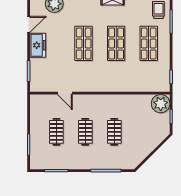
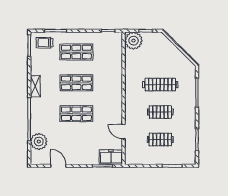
freezer: (38, 45) -> (111, 157), moved
door: (65, 93) -> (124, 131), swing flipped
clothes rail: (114, 132) -> (160, 85), width x1.36

